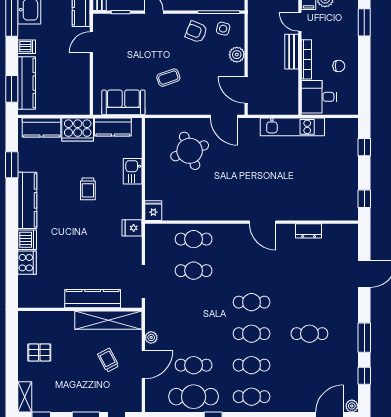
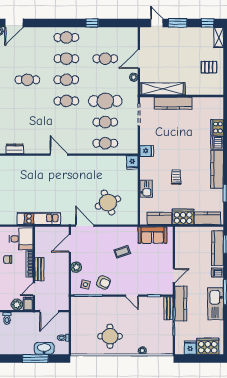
door: (300, 22) -> (34, 289), swing flipped
door: (246, 90) -> (70, 243), swing flipped
dresser: (309, 231) -> (15, 149), moved
trolley: (108, 360) -> (163, 62), removed
cafe table: (194, 397) -> (105, 101), moved

